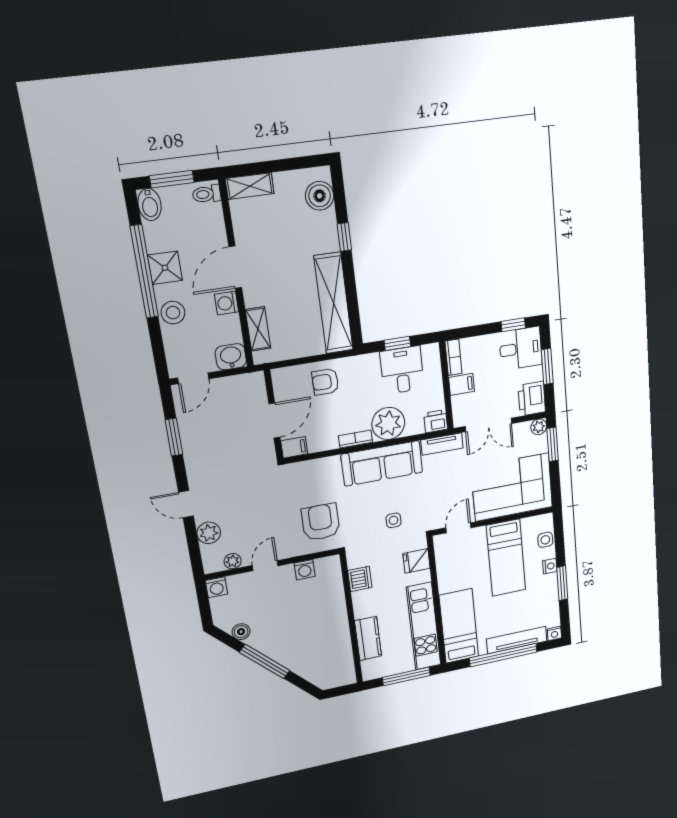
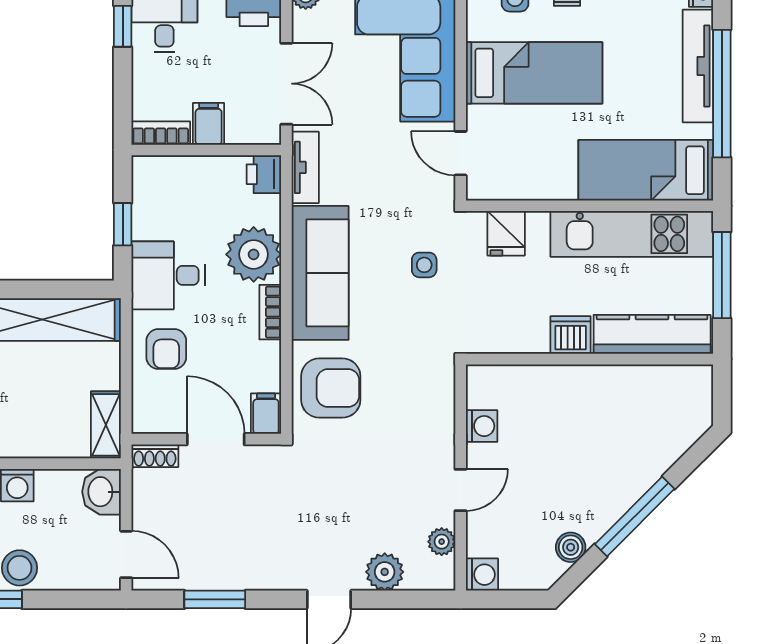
shelving: (258, 329) -> (106, 425), moved, turned 90
desk: (402, 370) -> (168, 275), moved
shoe rack: (259, 386) -> (155, 456), added
armchair: (321, 522) -> (331, 388), moved, turned 180
door: (265, 566) -> (461, 490), swing flipped
dishwasher: (360, 579) -> (571, 335), moved
kitchen counter: (368, 638) -> (652, 334), width x1.50

